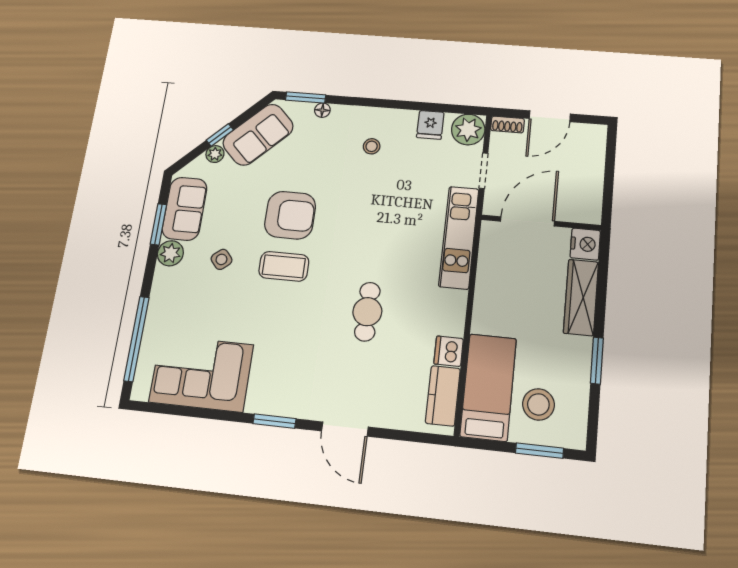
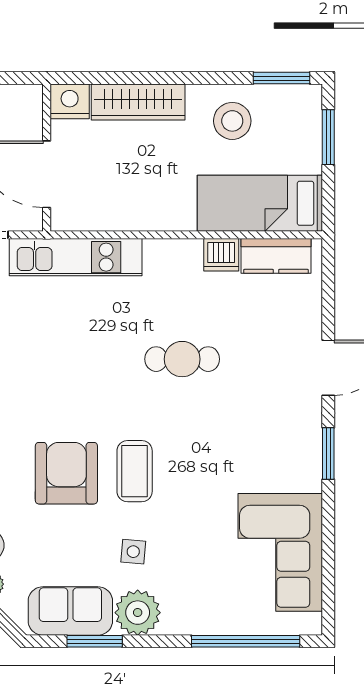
plant: (170, 253) -> (138, 613), width x1.36, depth x1.36
side table: (221, 259) -> (133, 552), turned 45
window: (597, 361) -> (282, 78), moved
stool: (538, 404) -> (232, 121), moved

